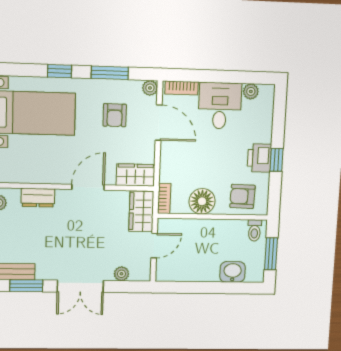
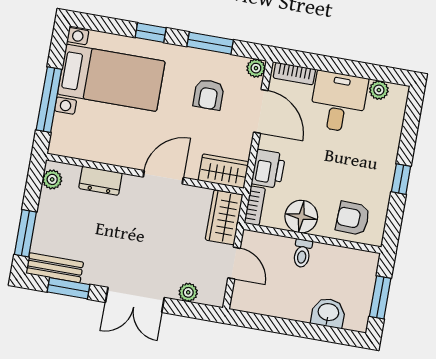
printer: (259, 158) -> (268, 169), moved, turned 180
toilet: (254, 230) -> (302, 253), moved
door: (154, 246) -> (234, 263), hinge flipped

